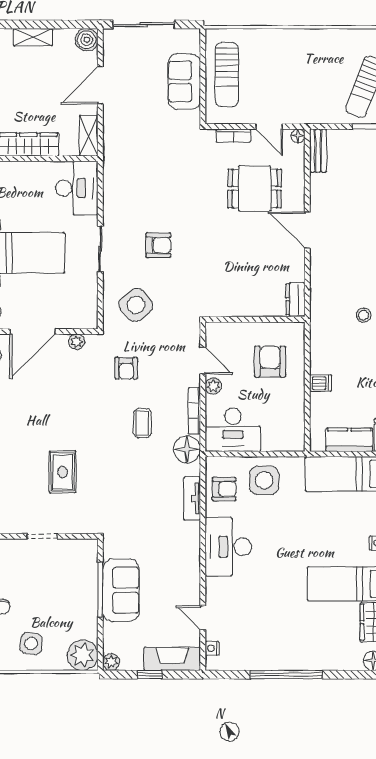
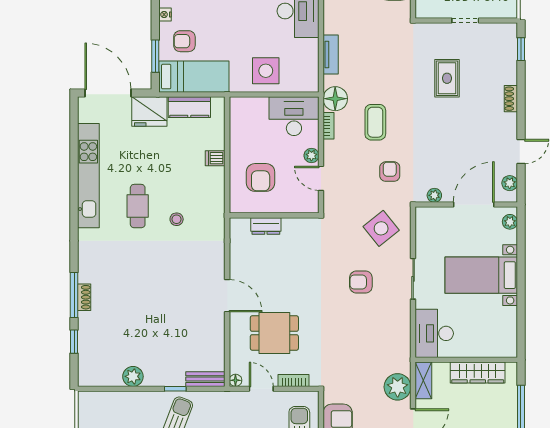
plant: (118, 129) -> (398, 387), added
bench: (318, 151) -> (205, 379), moved, turned 90
dresser: (295, 299) -> (266, 226), moved, turned 90
bookcase: (194, 411) -> (329, 126), width x0.64
coffee table: (142, 423) -> (375, 122), width x1.36, depth x1.30
armchair: (224, 489) -> (184, 41), moved

